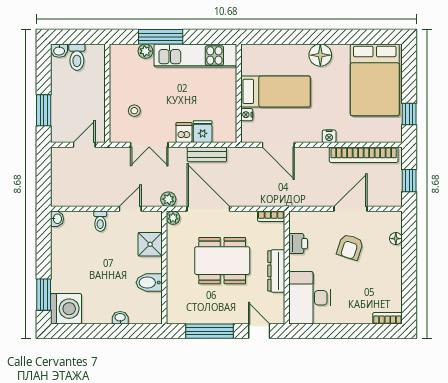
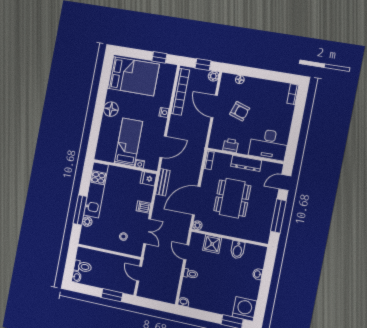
fridge: (203, 132) -> (148, 179), moved
bench: (207, 154) -> (163, 182), moved
plant: (168, 199) -> (213, 76), moved

